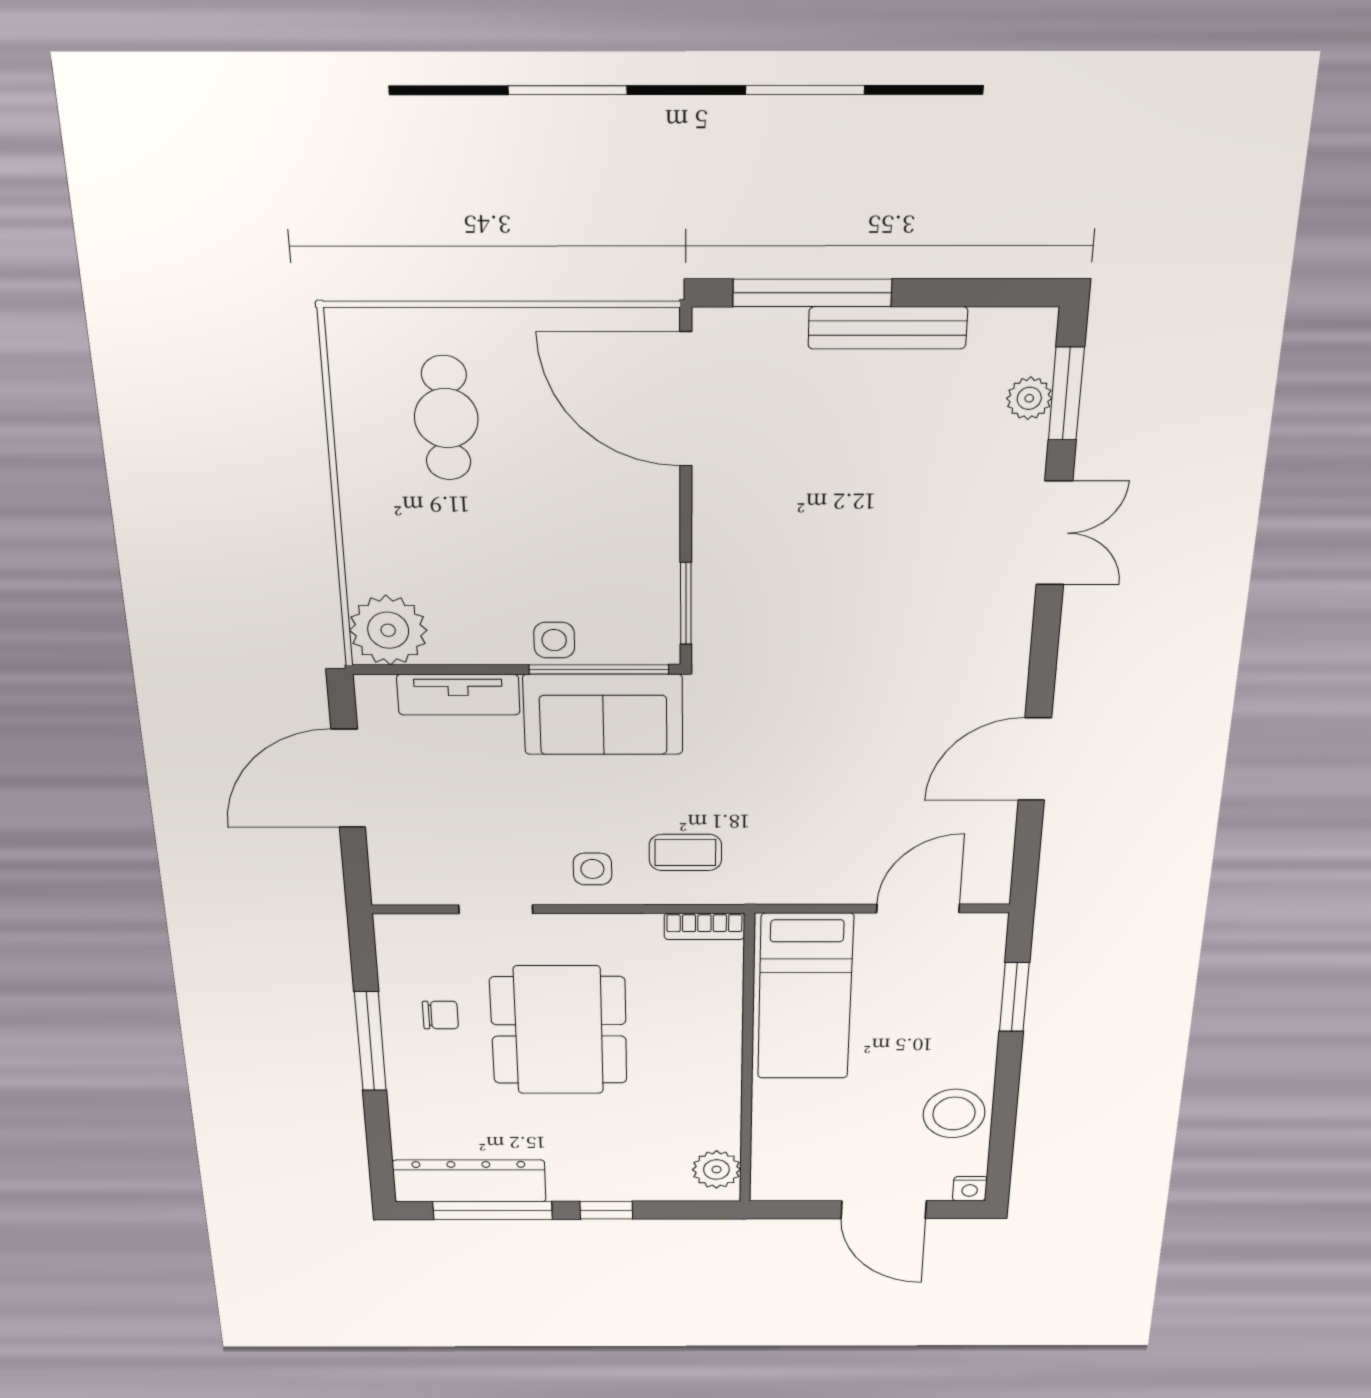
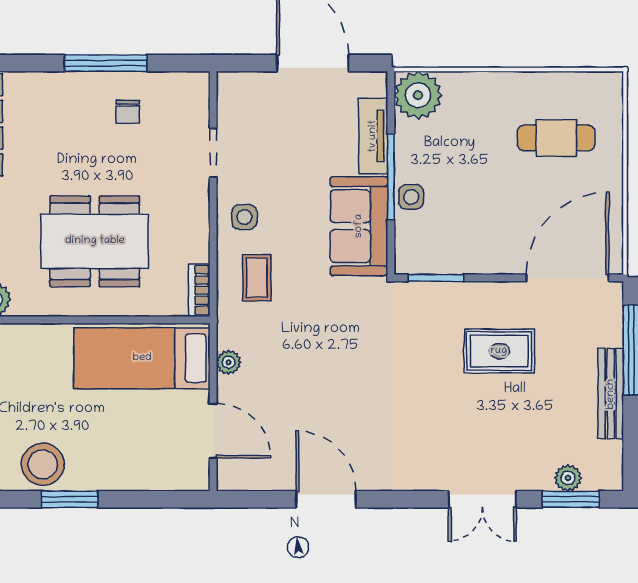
rug: (808, 507) -> (499, 351), added
window: (599, 669) -> (391, 177), moved
plant: (815, 889) -> (228, 362), added
window: (1014, 997) -> (70, 499), moved
dining table: (559, 1030) -> (95, 241), moved

